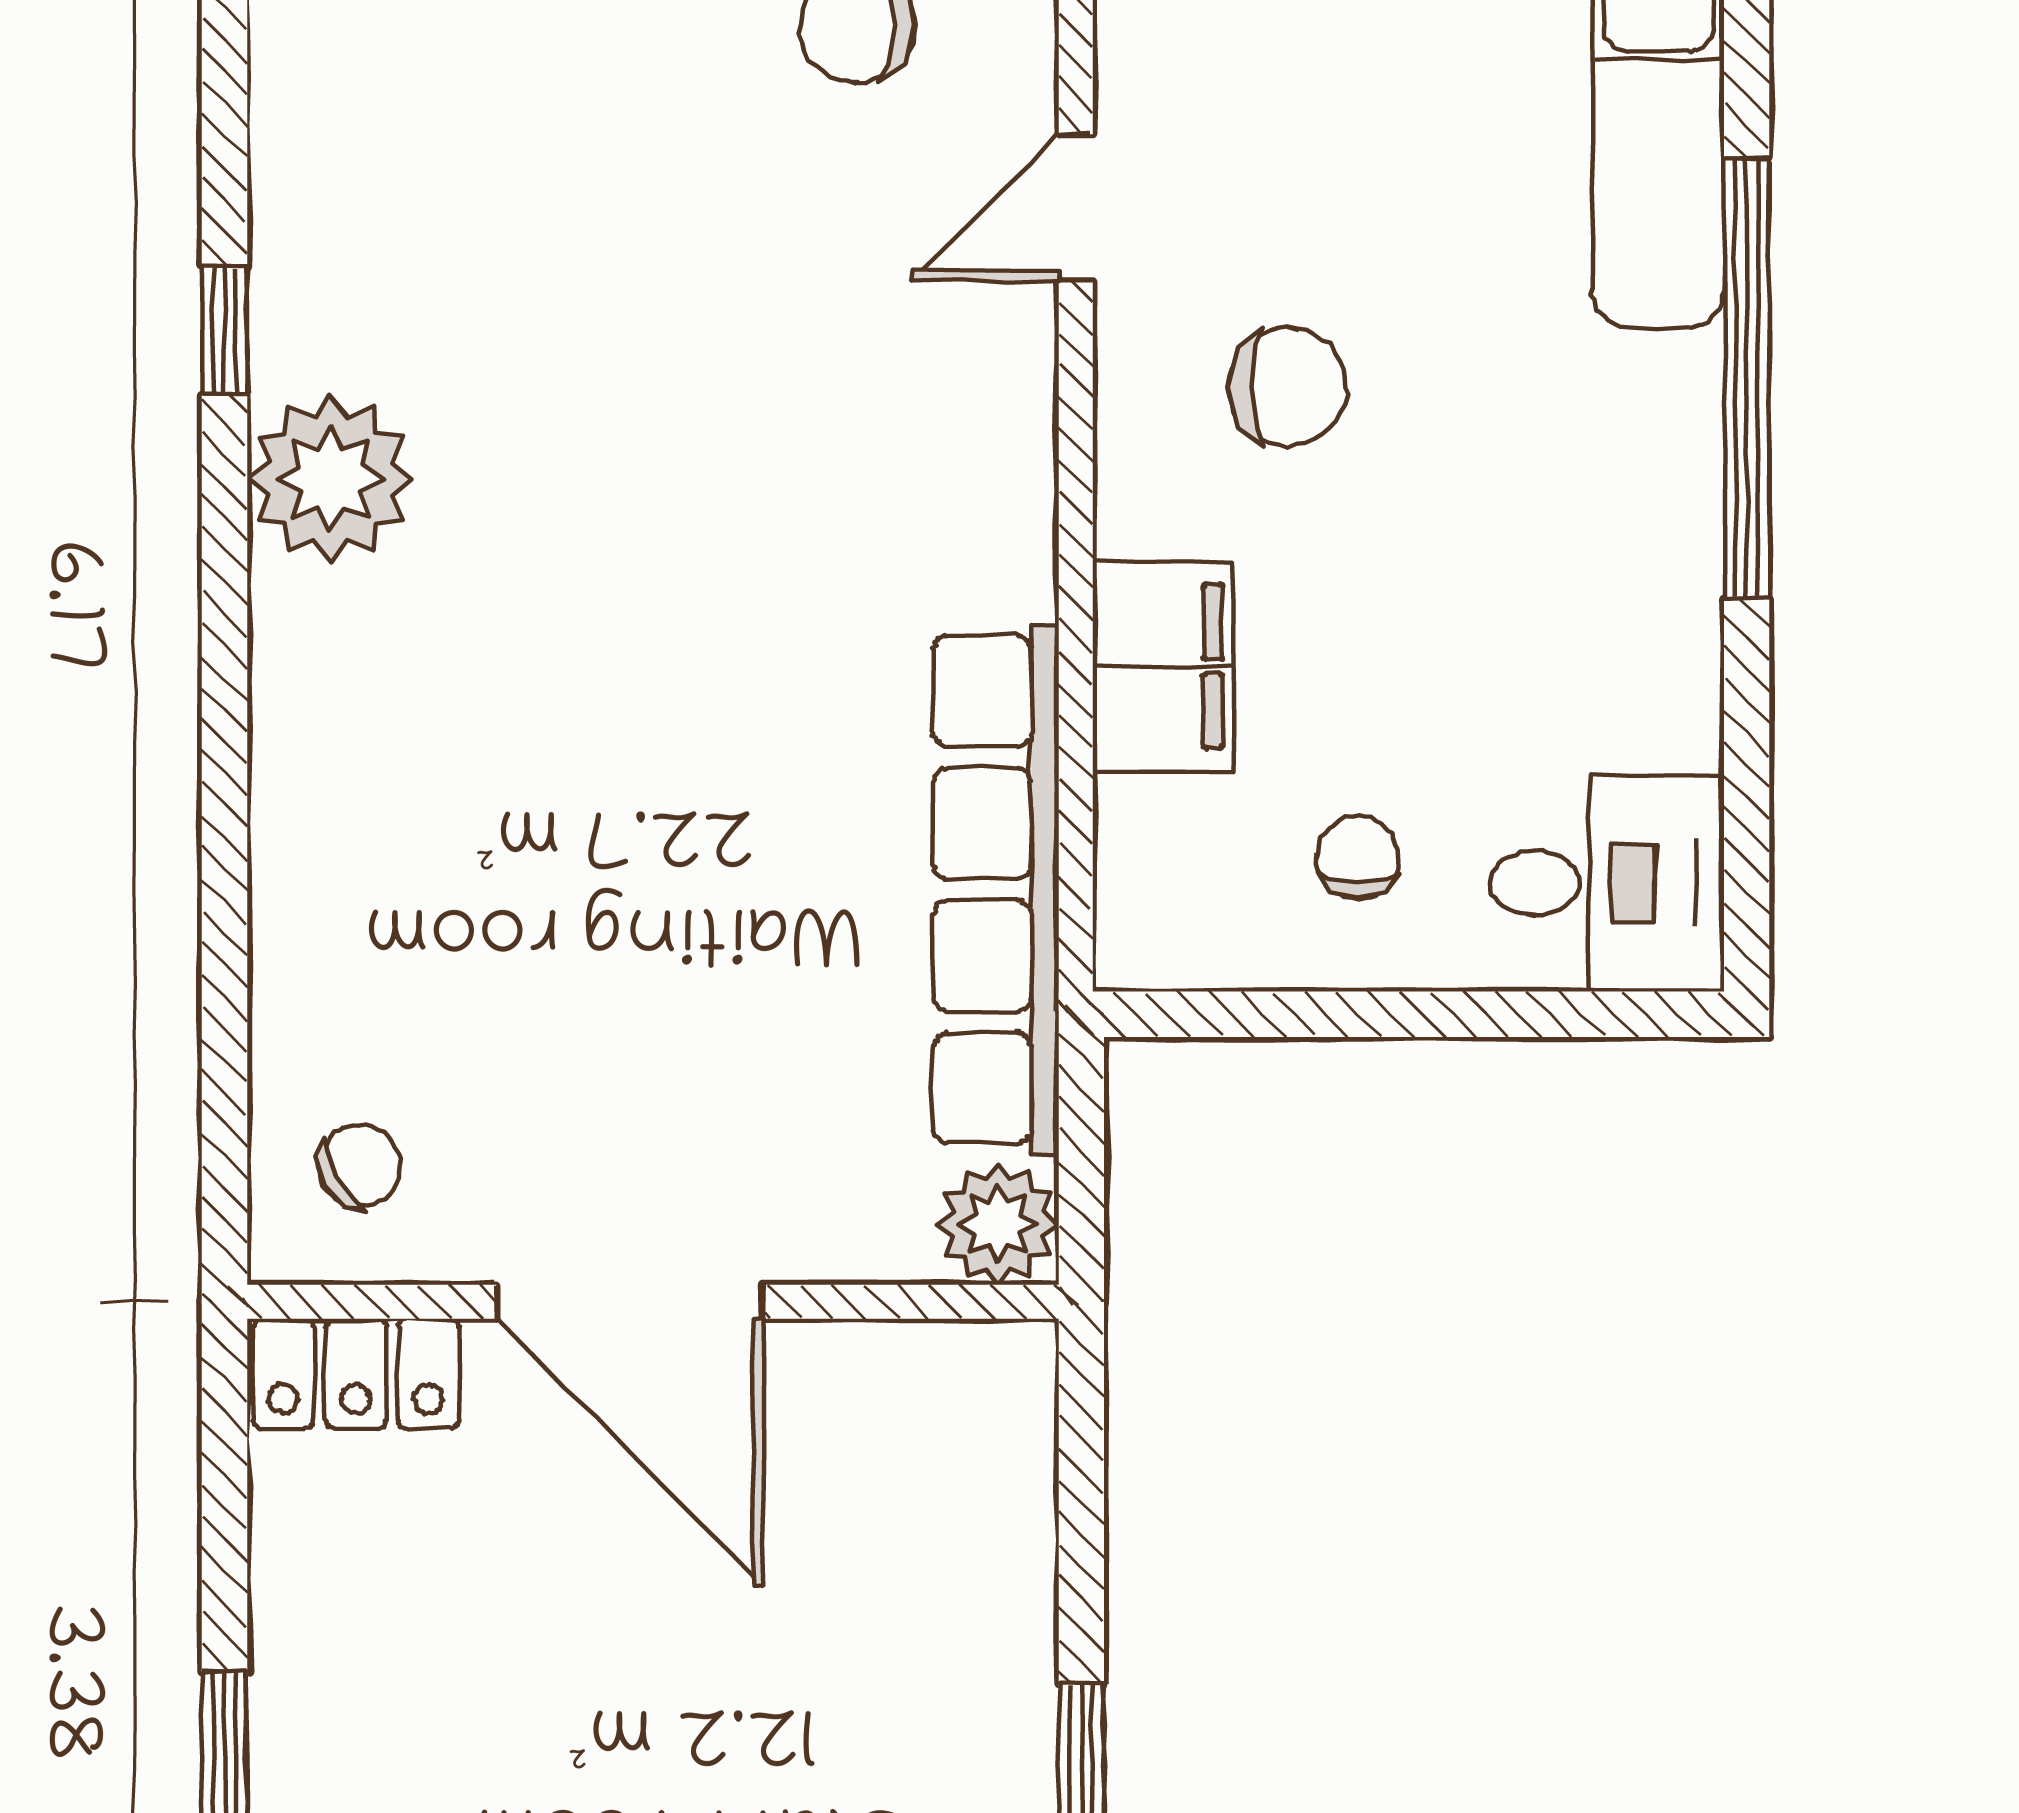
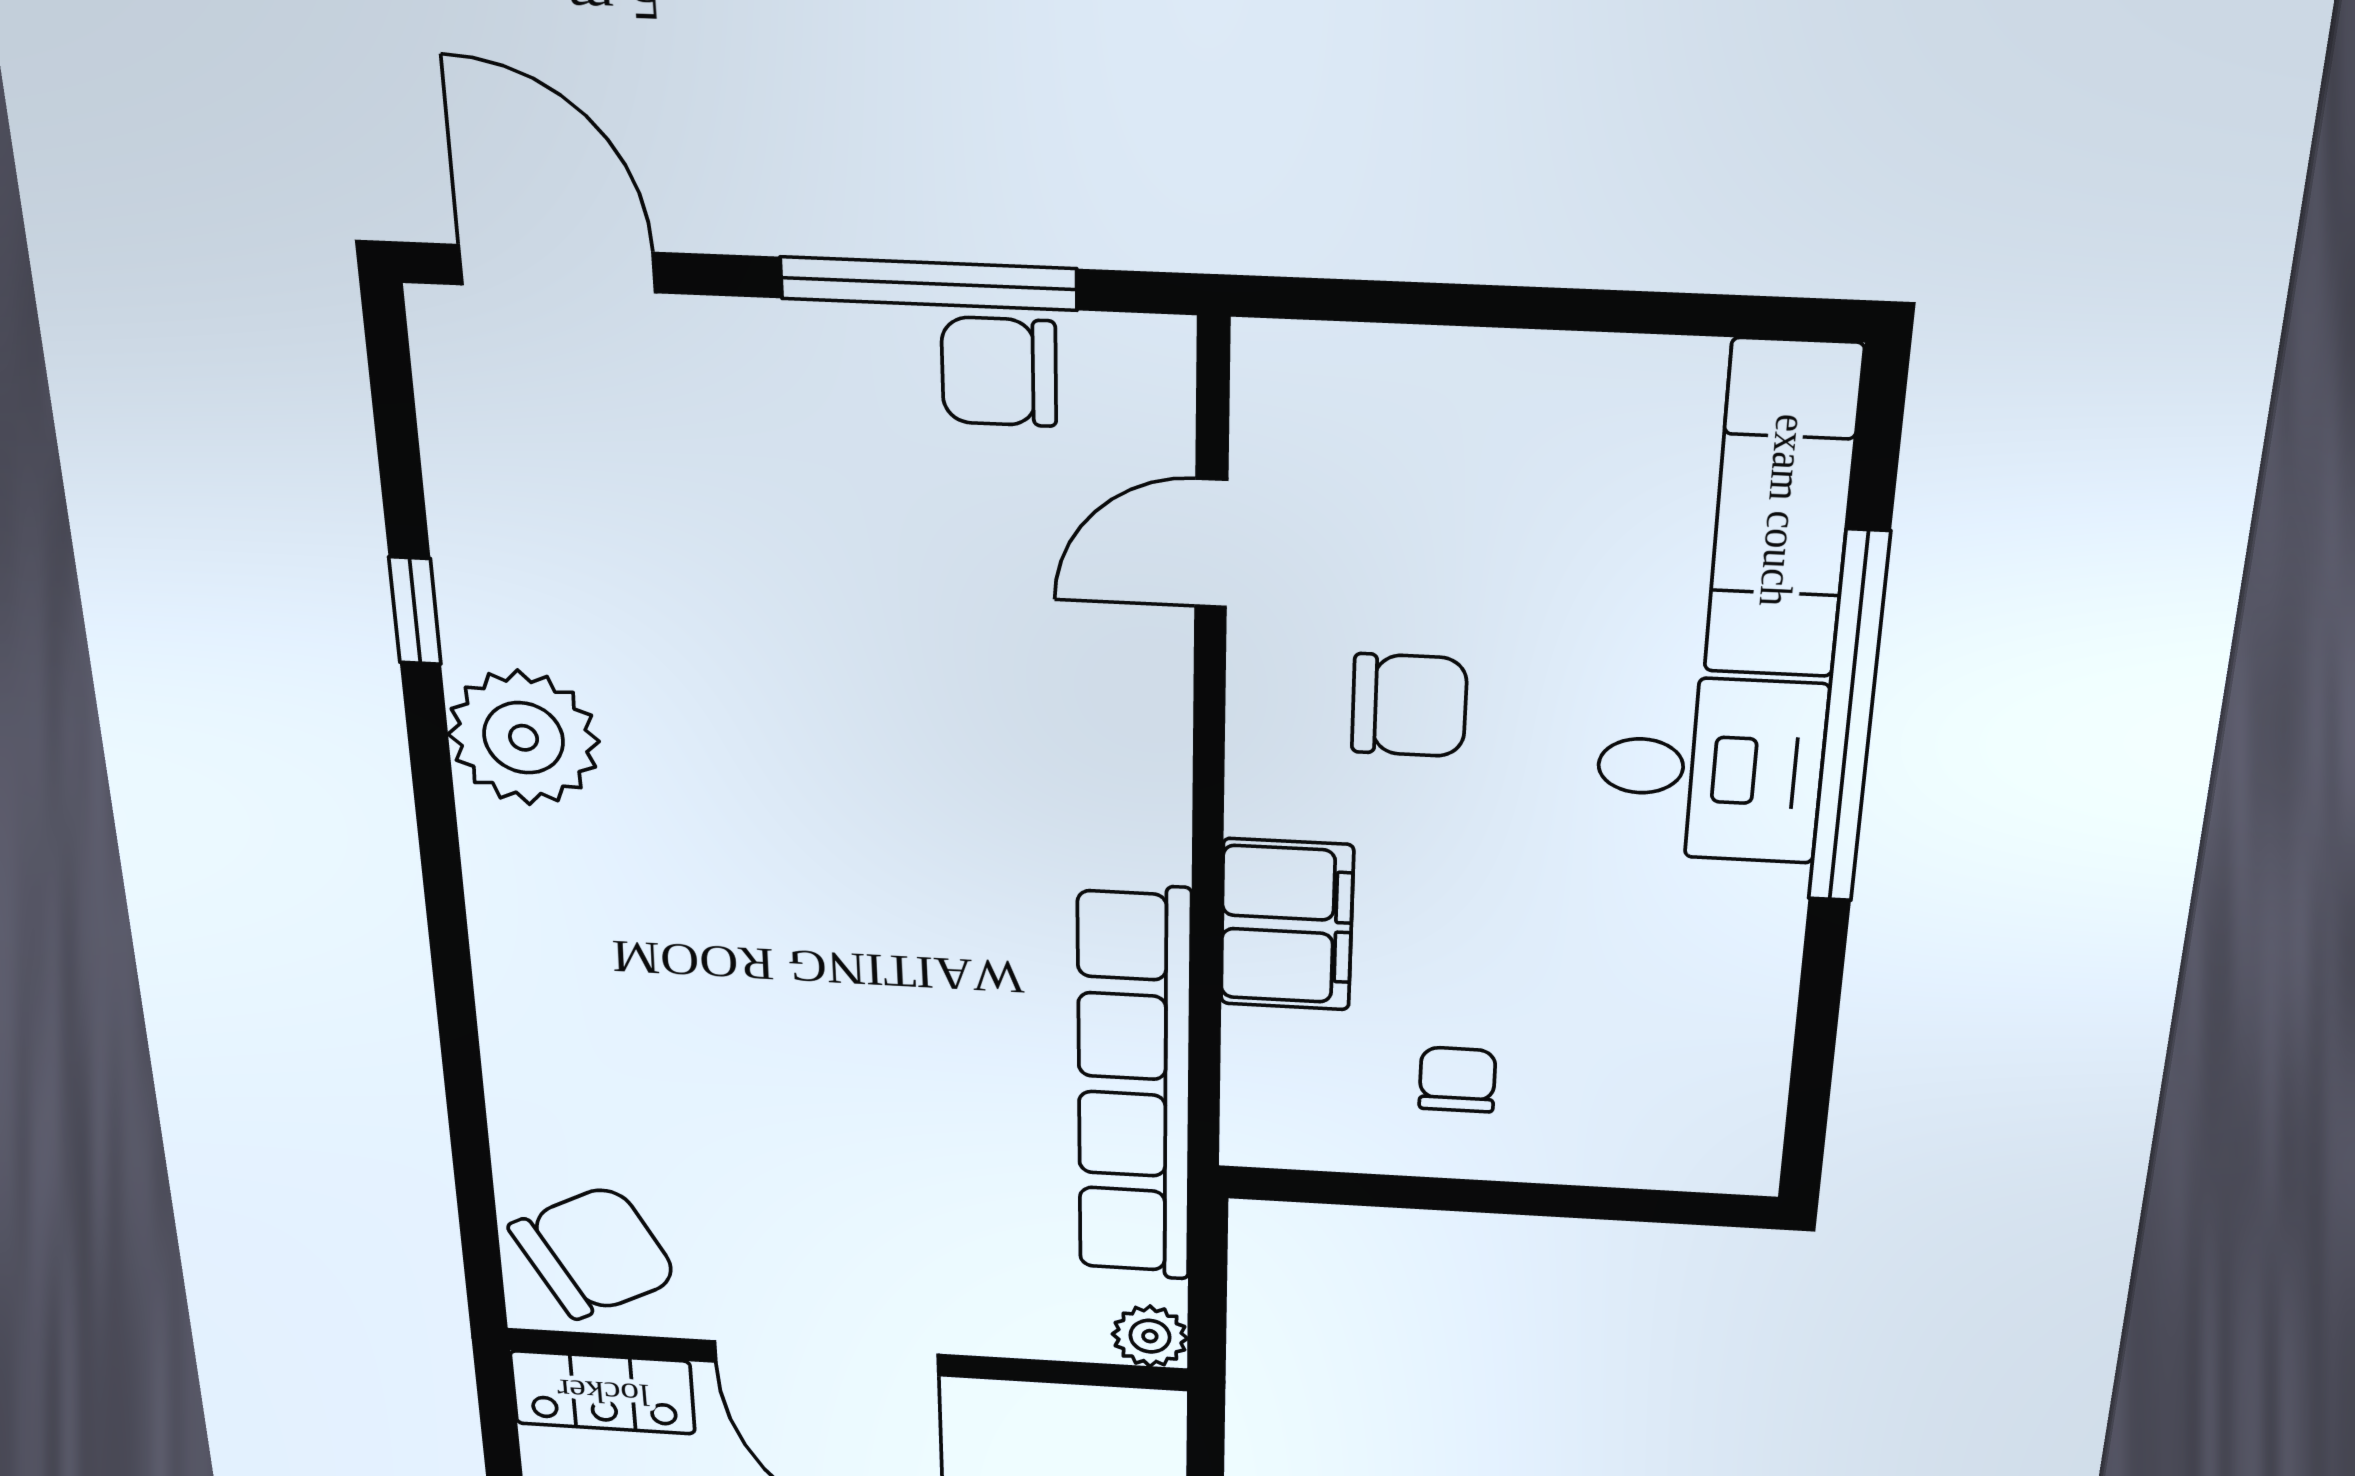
desk: (1607, 883) -> (1710, 769), moved
chair: (360, 1166) -> (594, 1252), width x1.87, depth x1.87
plant: (998, 1224) -> (1150, 1336), width x0.73, depth x0.73

